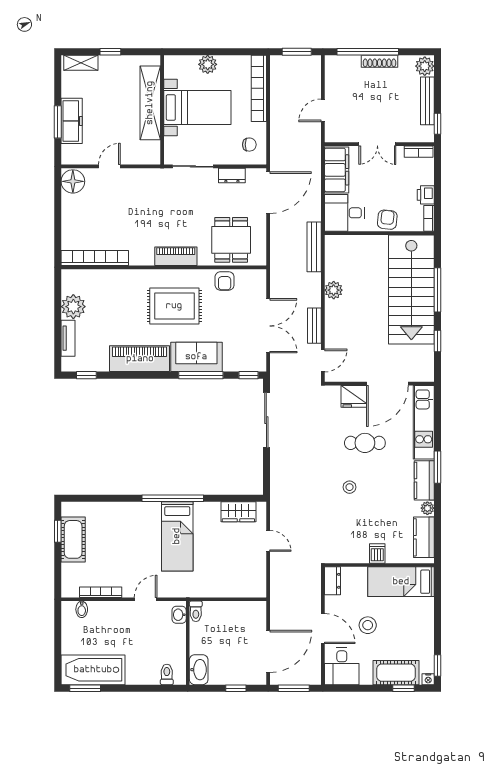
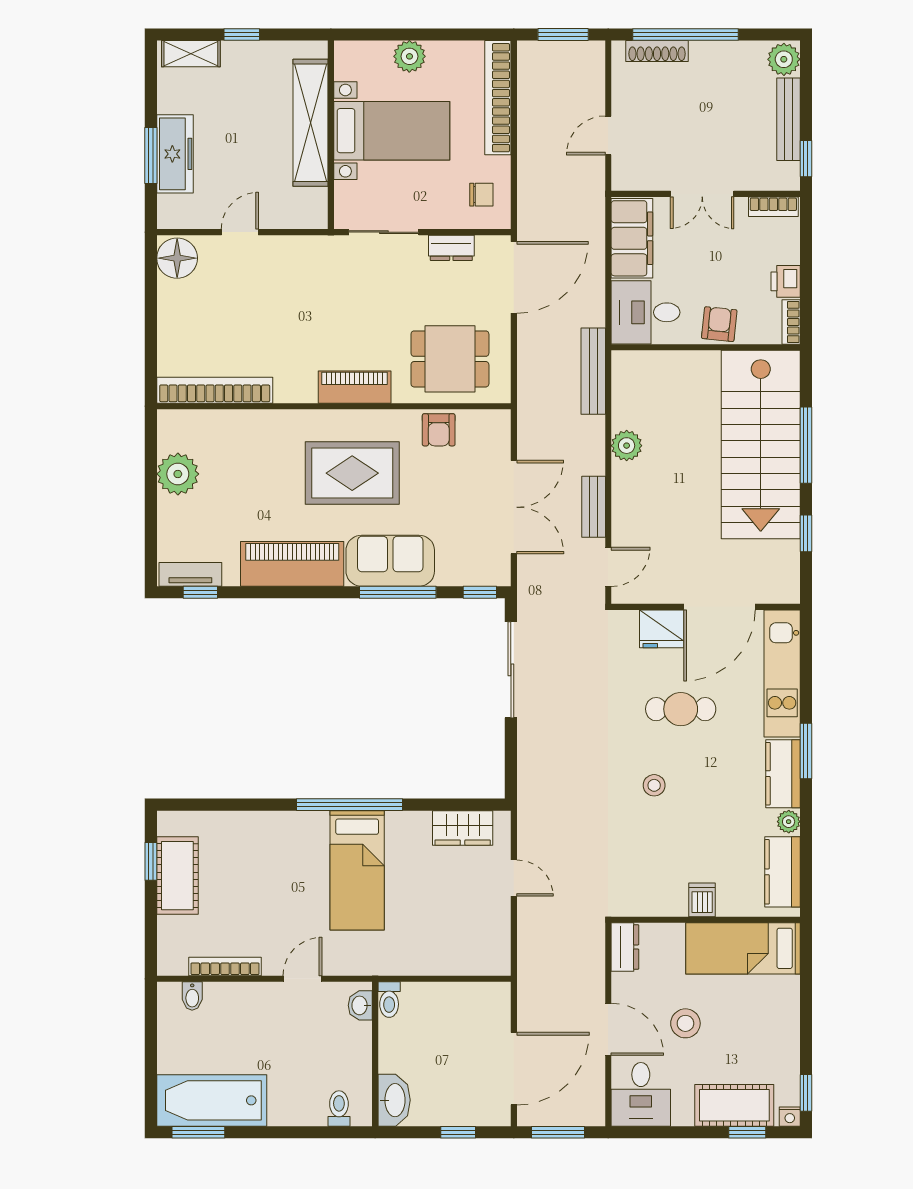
shoe rack: (380, 61) -> (657, 51), moved
dining table: (231, 240) -> (450, 359), turned 90
tv unit: (68, 338) -> (190, 574), moved, turned -90

